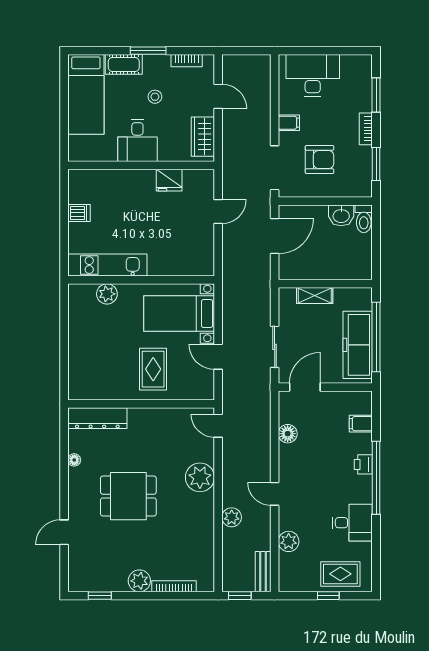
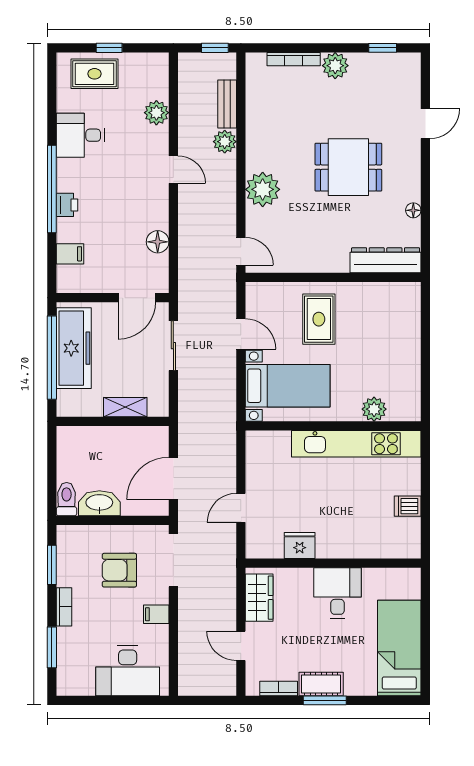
cot: (124, 64) -> (321, 684), moved
stool: (155, 97) -> (317, 645), removed
washbasin: (341, 215) -> (99, 503), width x1.38
kitchen unit: (107, 265) -> (356, 444), width x1.36
bench: (263, 572) -> (227, 104), moved

